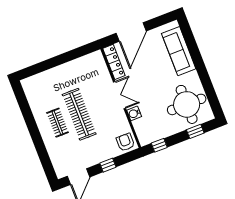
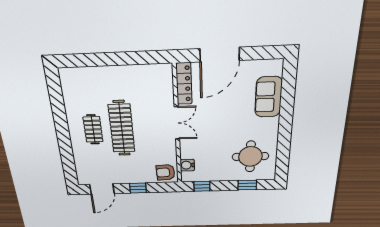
sofa: (179, 51) -> (268, 97), width x0.73
round table: (187, 104) -> (250, 157), width x0.73, depth x0.73
water cooler: (134, 113) -> (187, 165), moved
armchair: (125, 142) -> (166, 172), turned -93

